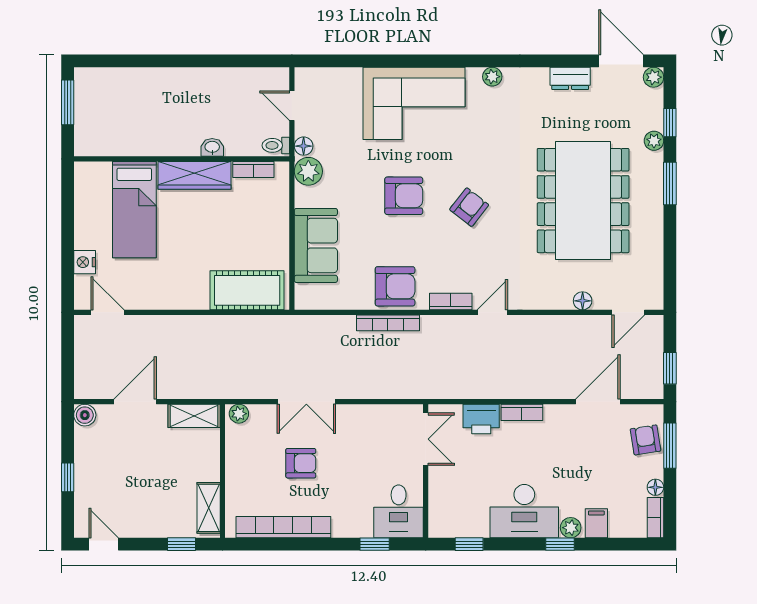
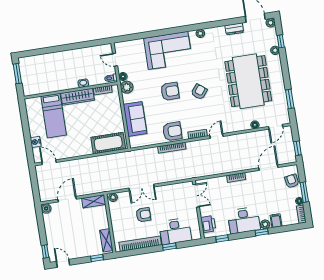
window: (670, 183) -> (290, 99), moved
printer: (481, 419) -> (208, 224), moved, turned -90
window: (670, 446) -> (304, 192), moved
window: (68, 477) -> (45, 251), moved
desk: (399, 511) -> (175, 231), moved, width x1.37
window: (375, 544) -> (169, 247), moved

